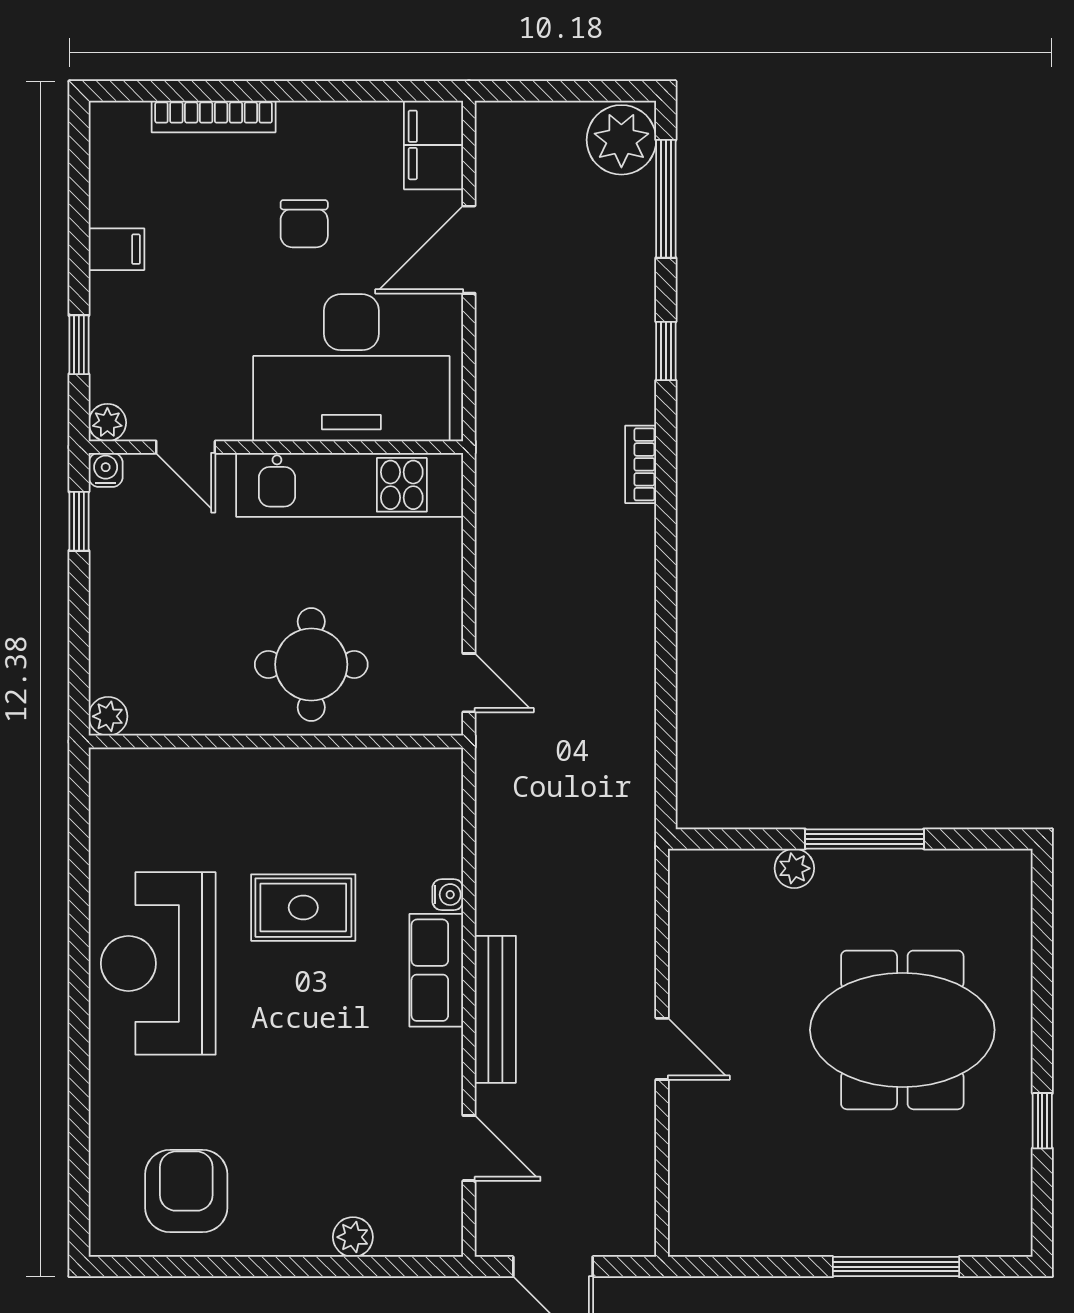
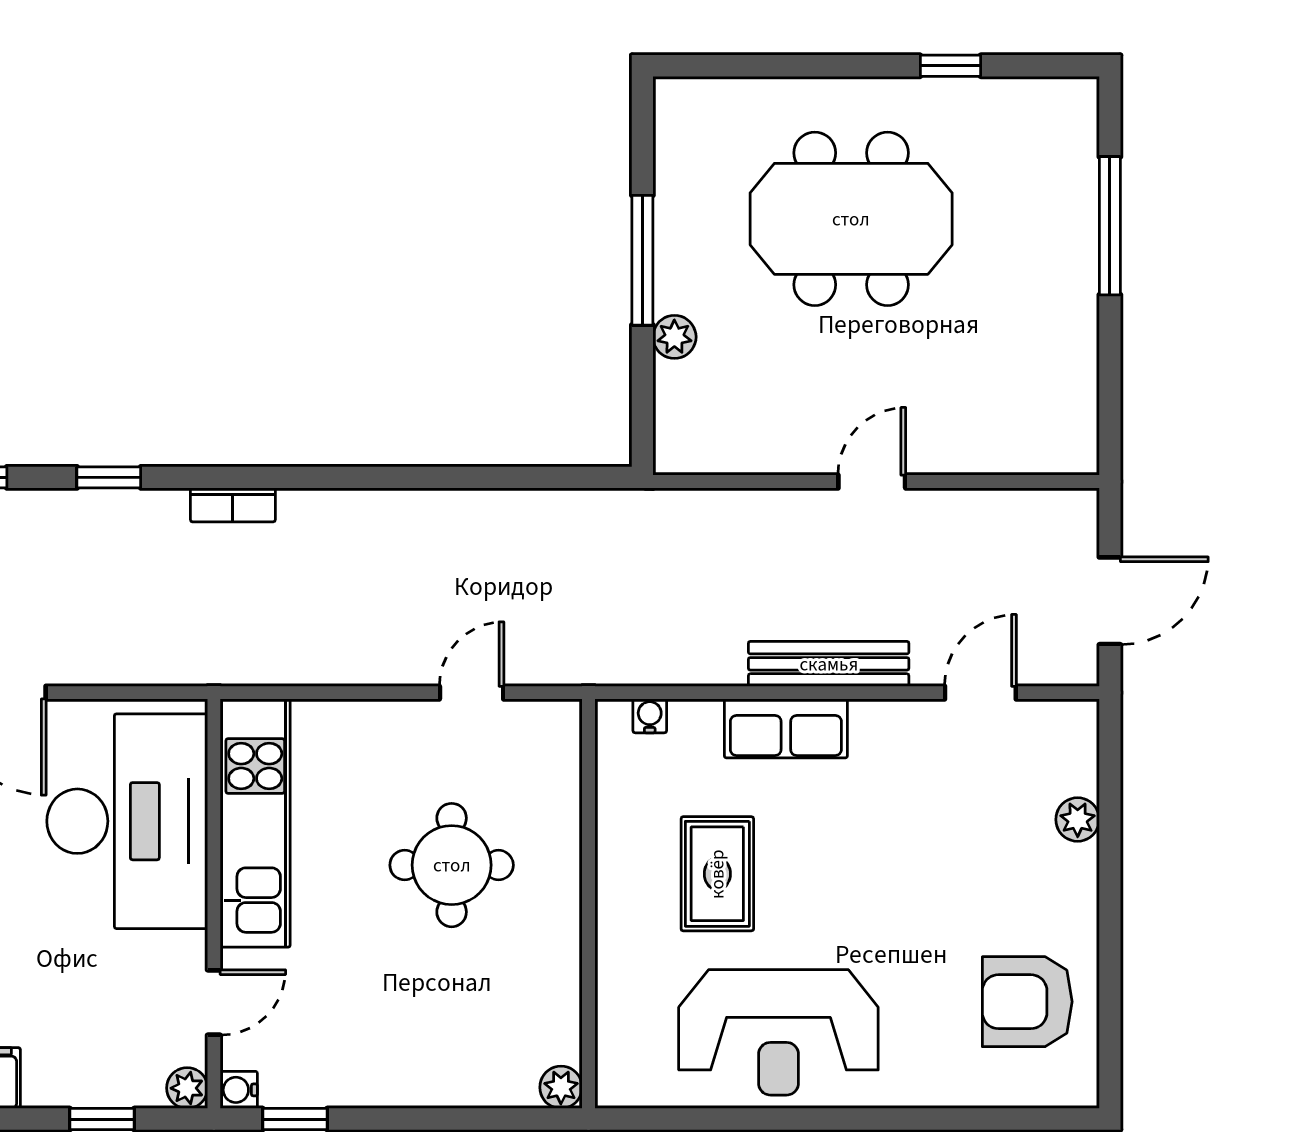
plant: (108, 716) -> (561, 1087), moved
wall: (276, 741) -> (589, 904), moved
water cooler: (448, 895) -> (650, 716), moved
meeting table: (902, 1030) -> (851, 219), turned 90

